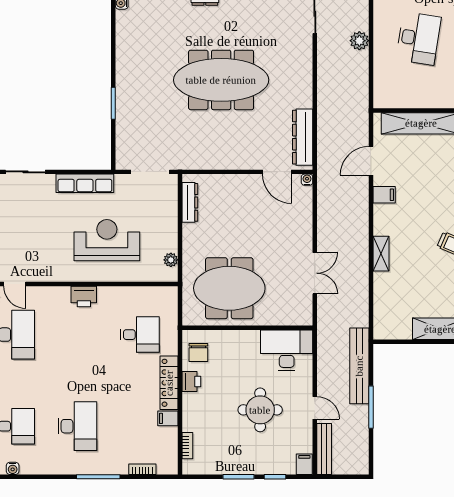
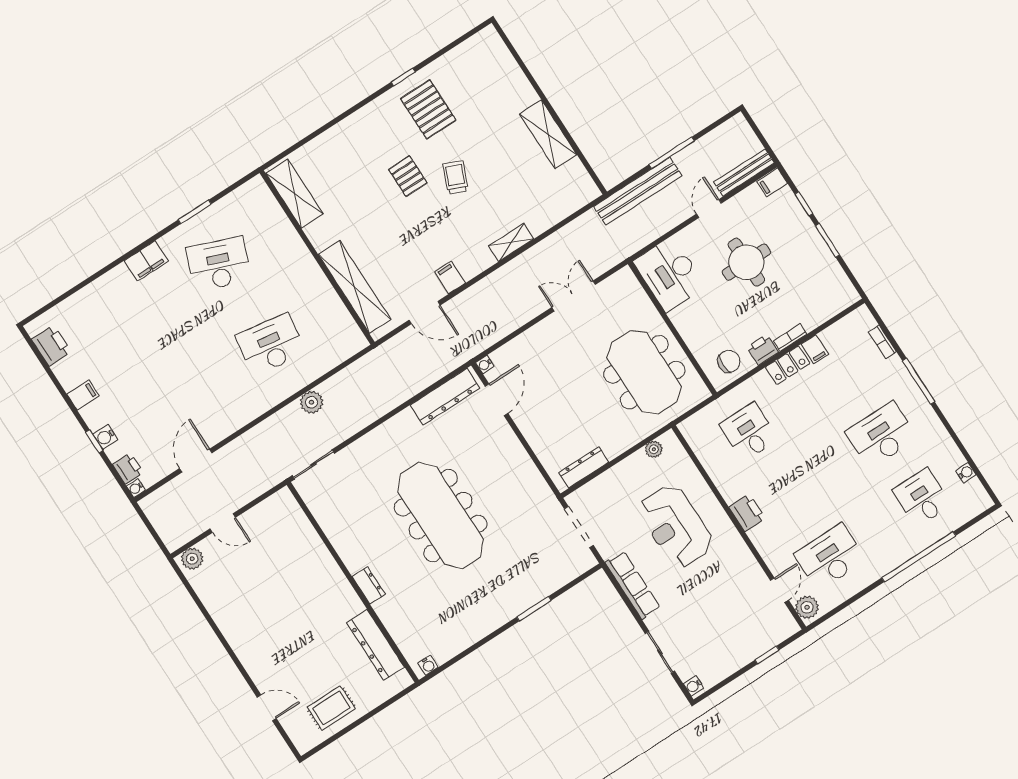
locker: (169, 383) -> (788, 365), width x0.66
bookcase: (187, 446) -> (790, 338), moved

